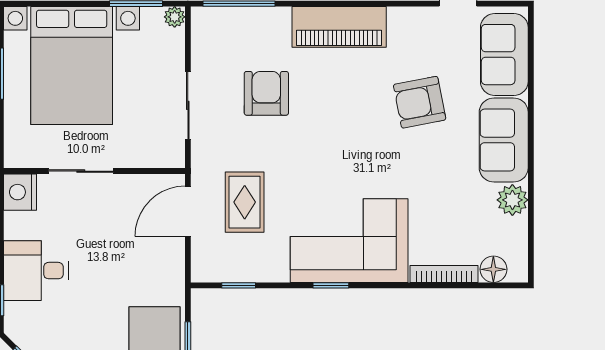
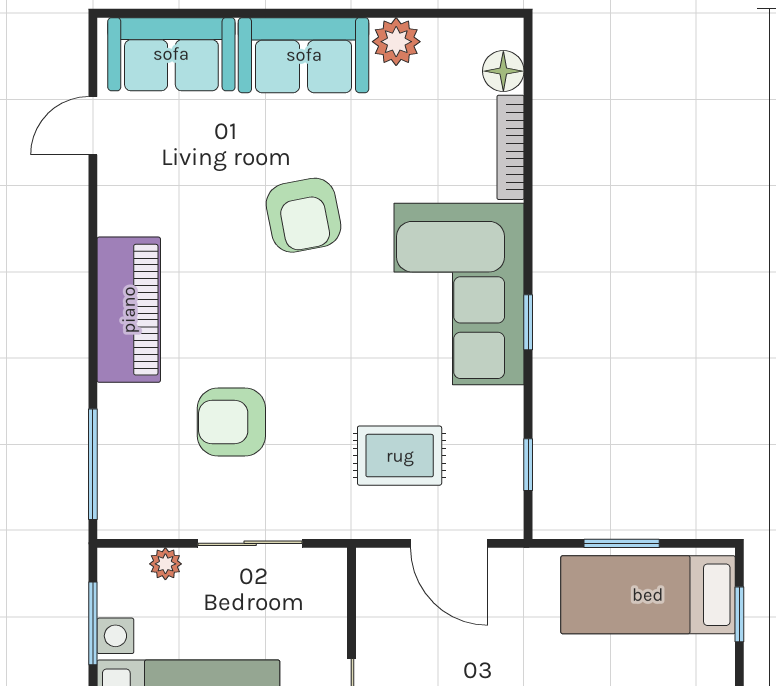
plant: (175, 17) -> (165, 564), moved
armchair: (420, 102) -> (303, 215), moved
door: (188, 211) -> (449, 543), moved

